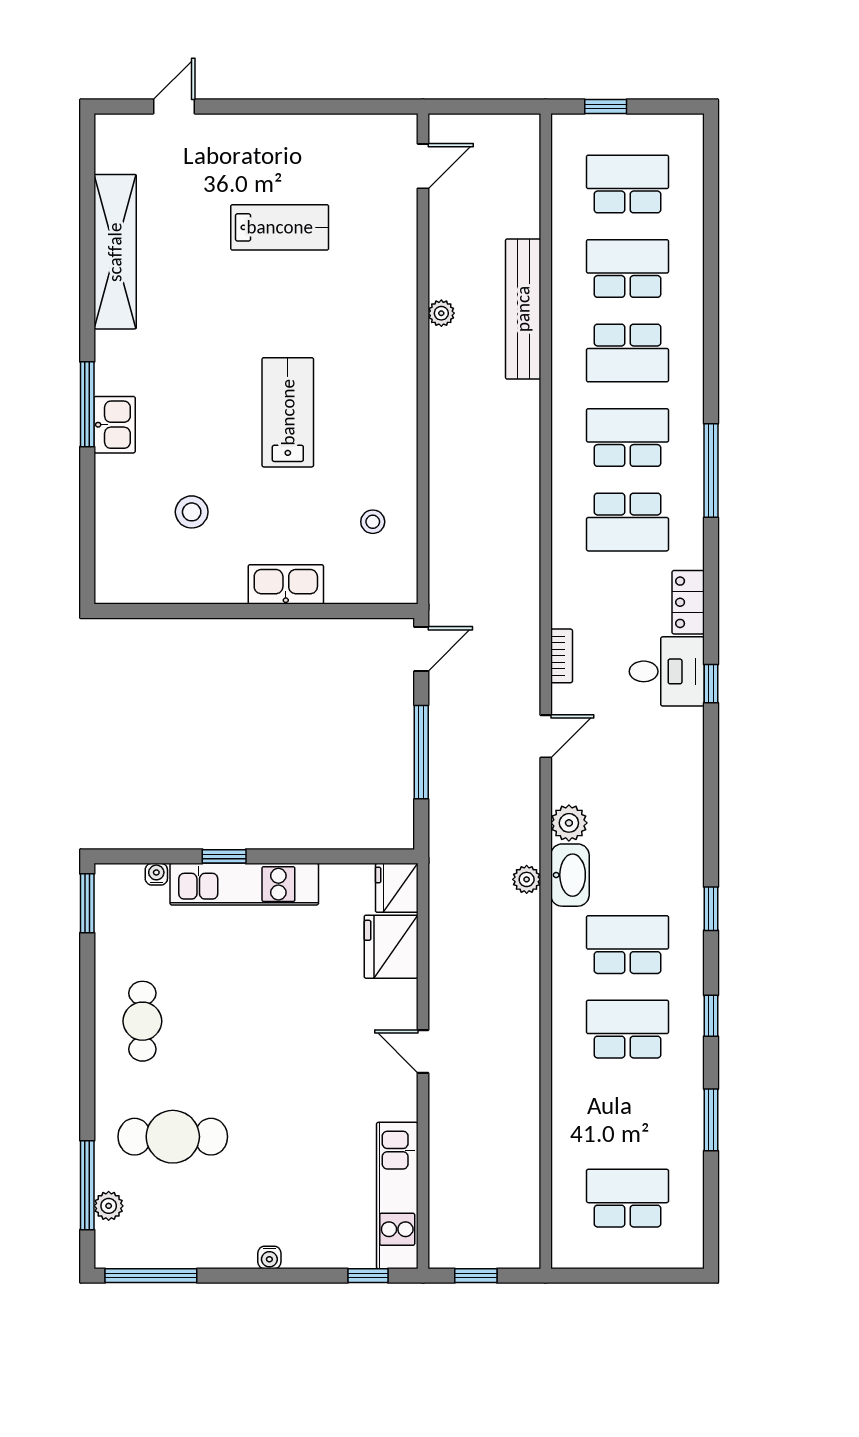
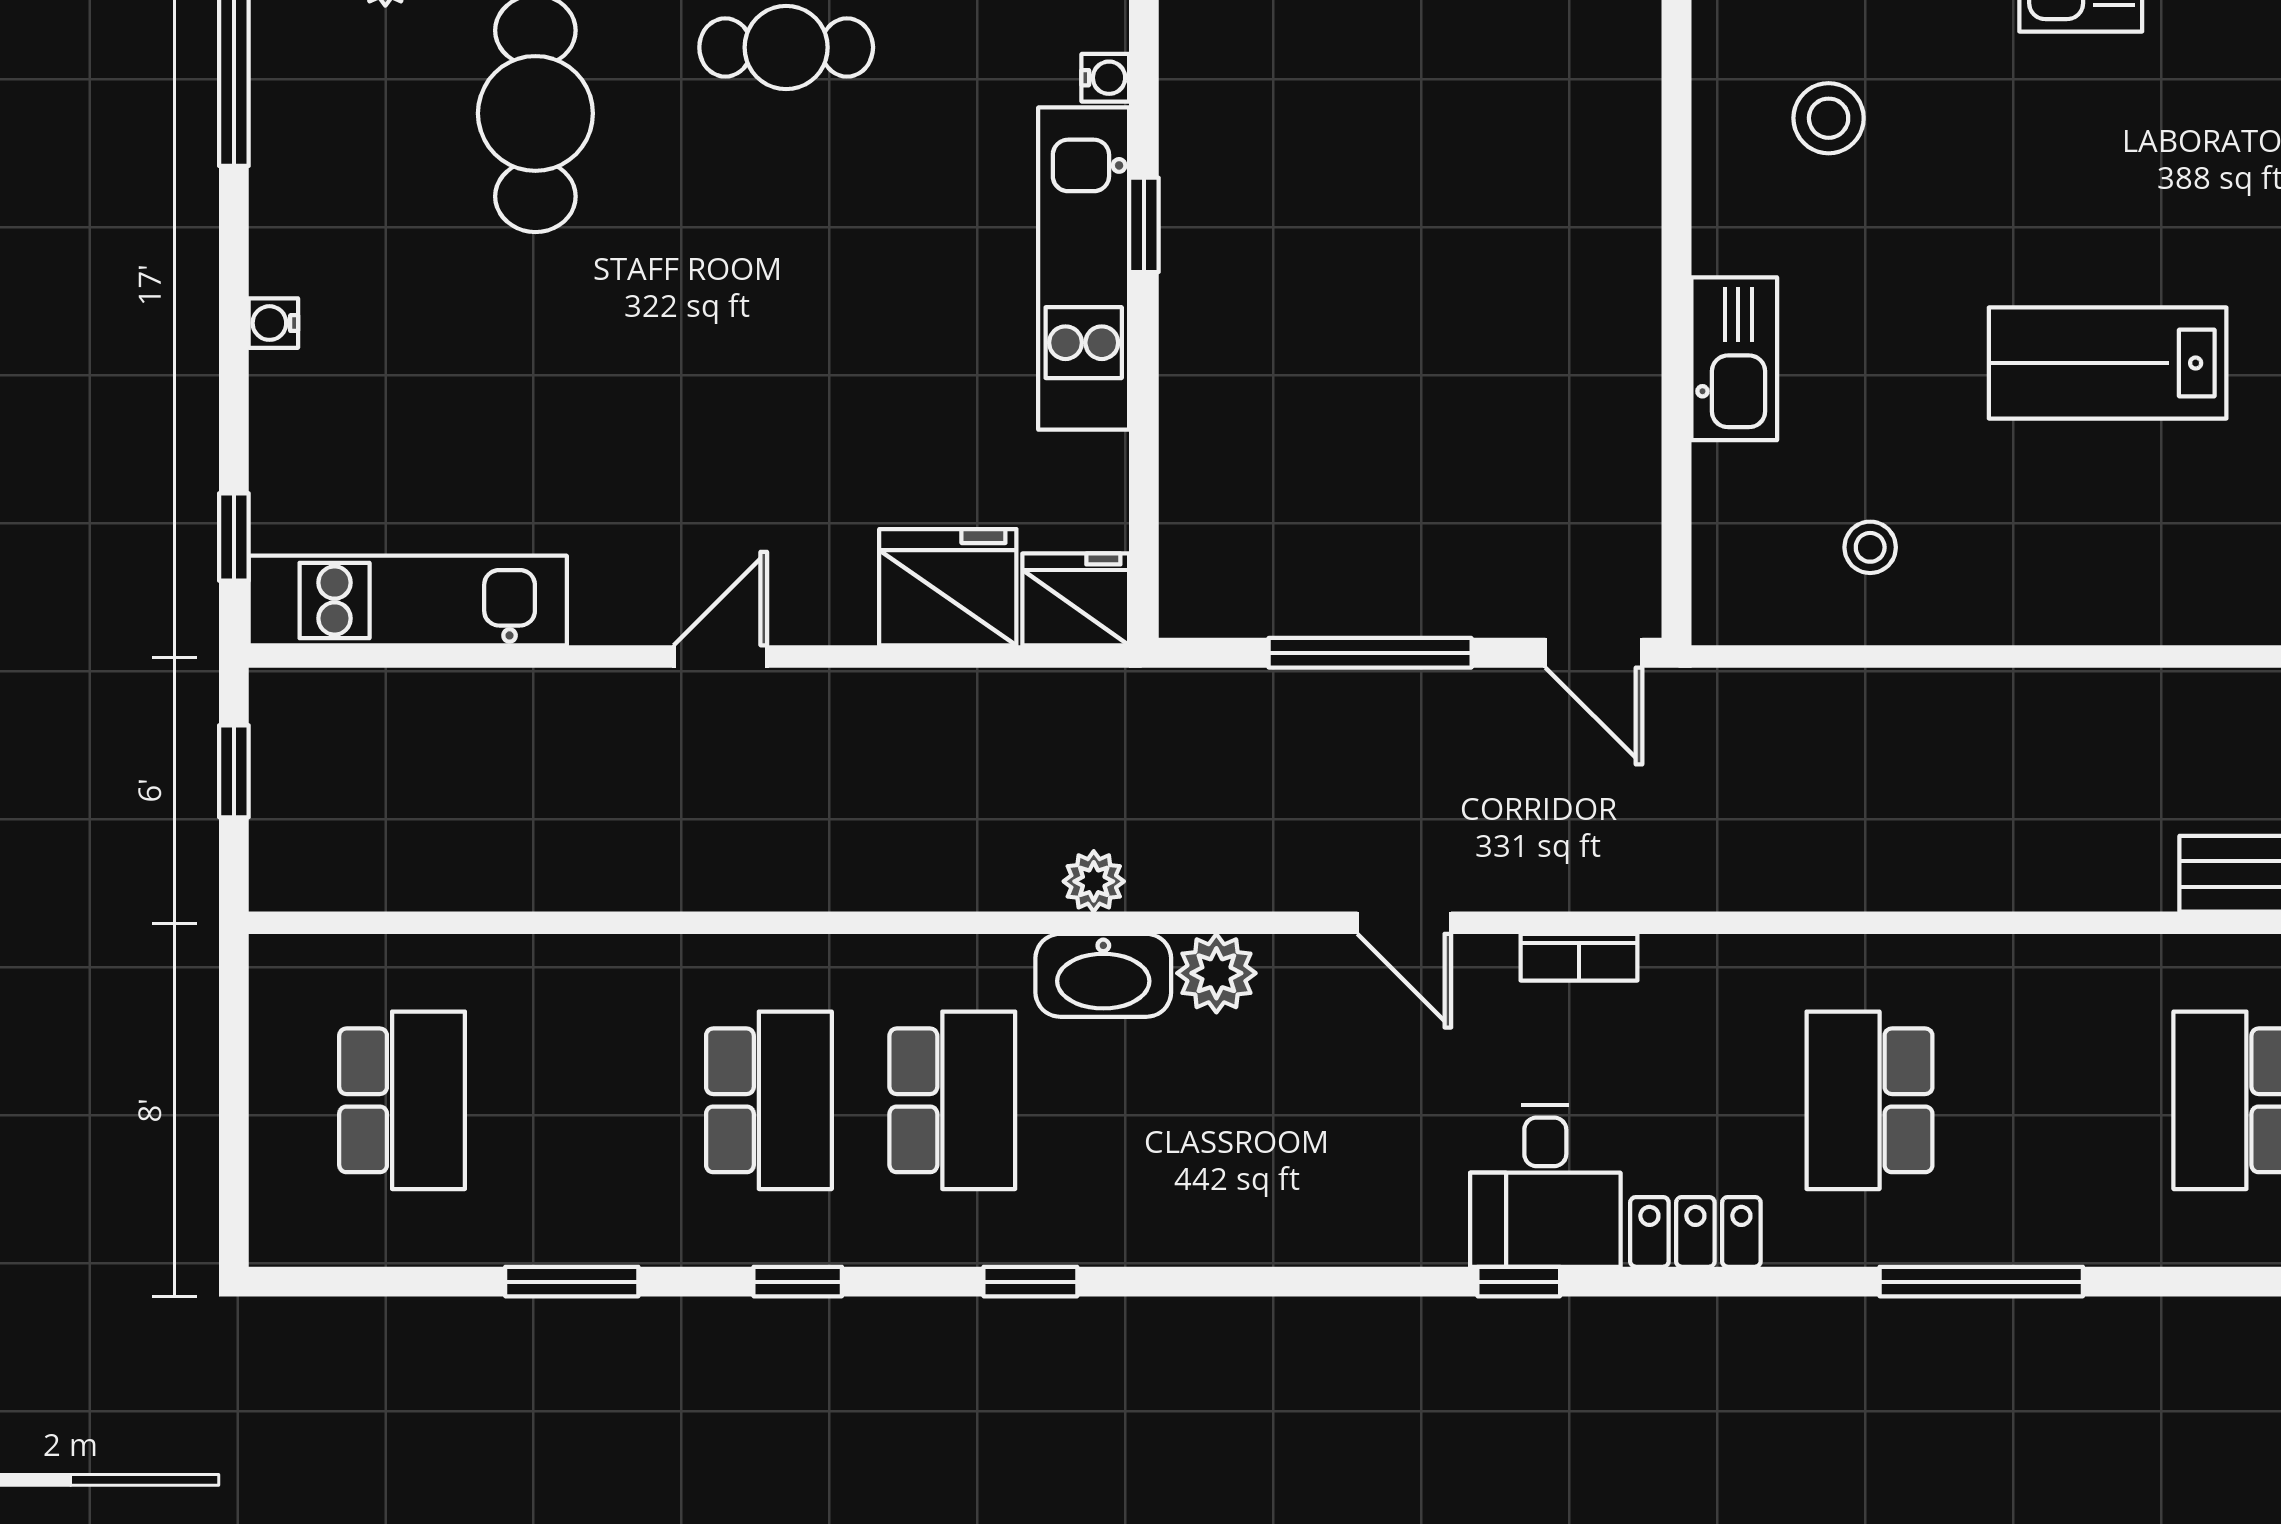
lab bench: (288, 412) -> (2108, 363), turned 180
school desk: (627, 438) -> (2053, 1100), removed
stool: (192, 512) -> (1829, 118), moved

